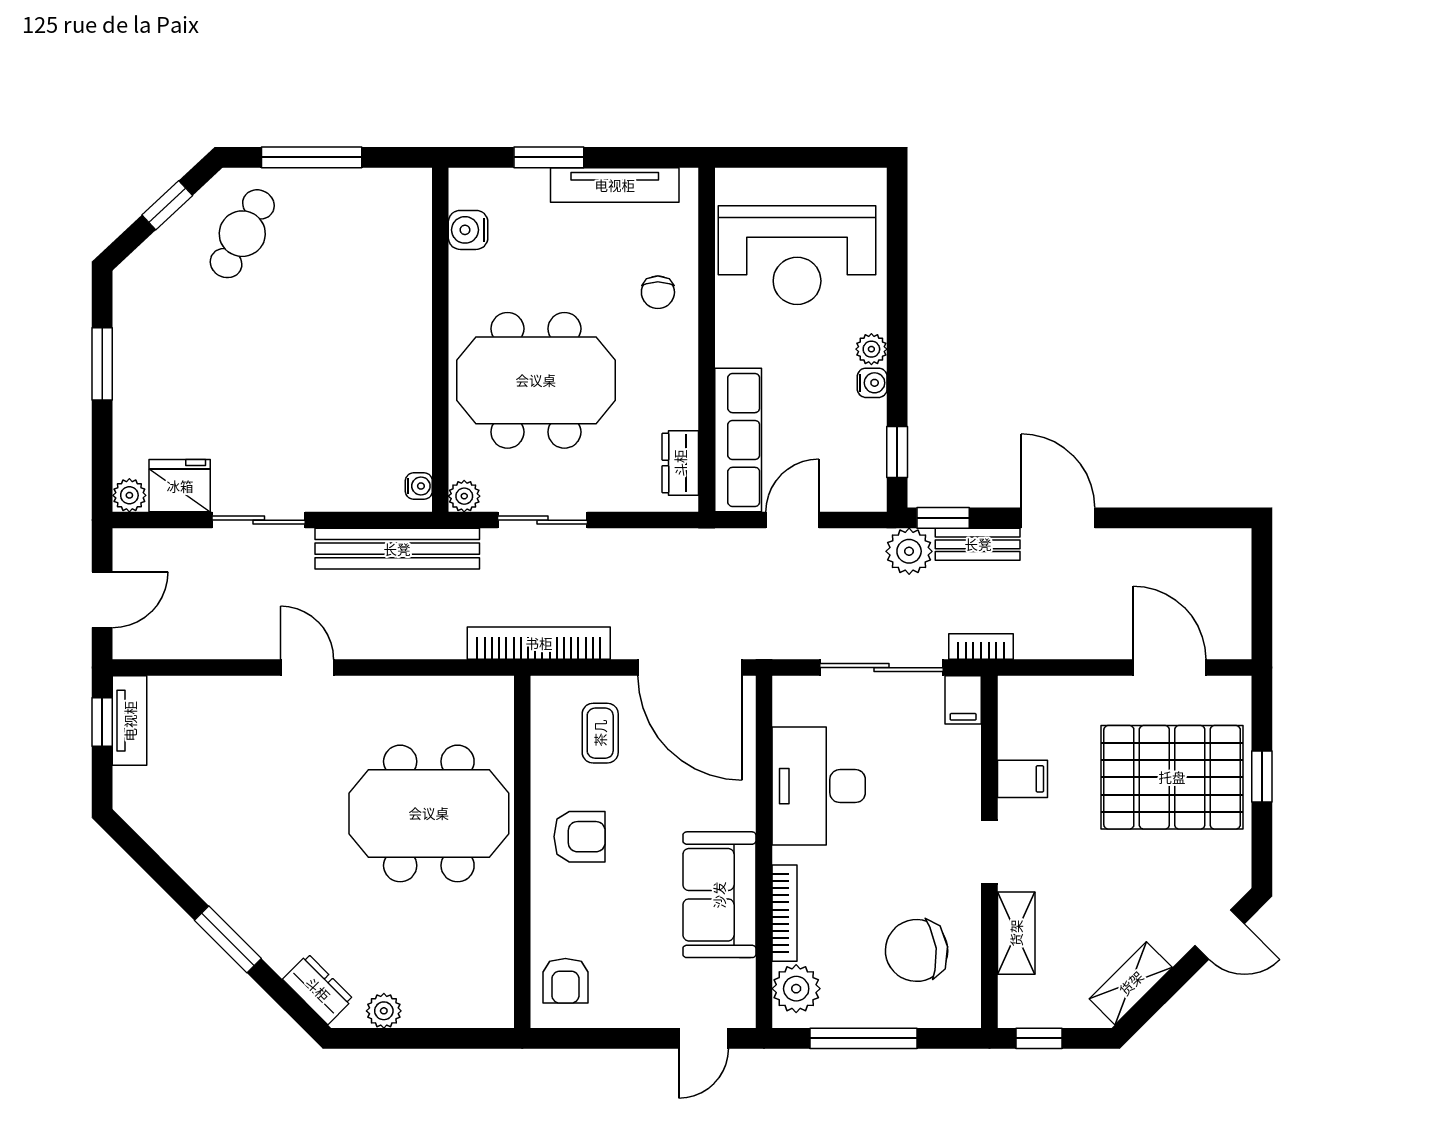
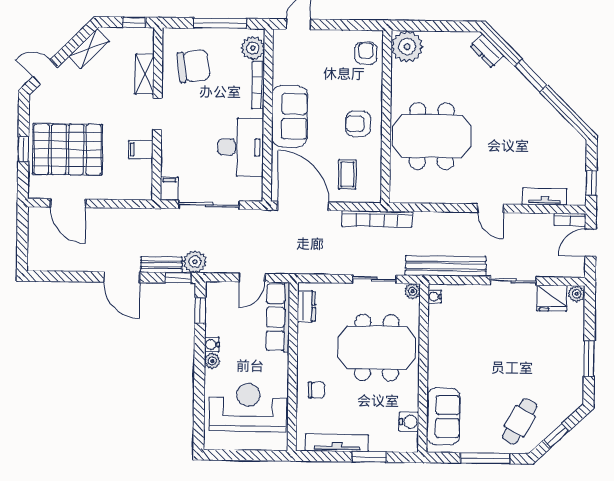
sofa: (398, 242) -> (443, 416), added
chair: (658, 292) -> (316, 390), turned 90
bookcase: (981, 646) -> (570, 220), moved
tv unit: (130, 721) -> (545, 197), moved, turned 90
sofa: (719, 895) -> (290, 116), moved
plant: (384, 1011) -> (407, 47), moved, width x1.87, depth x1.87

